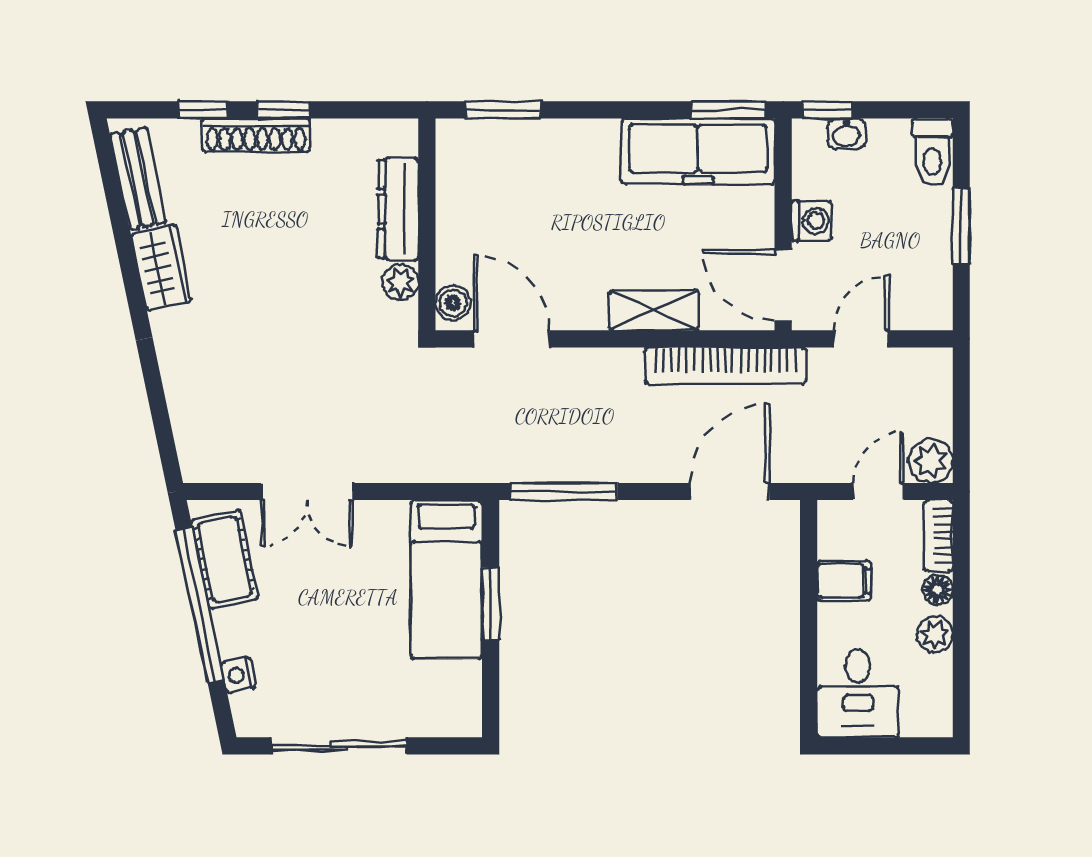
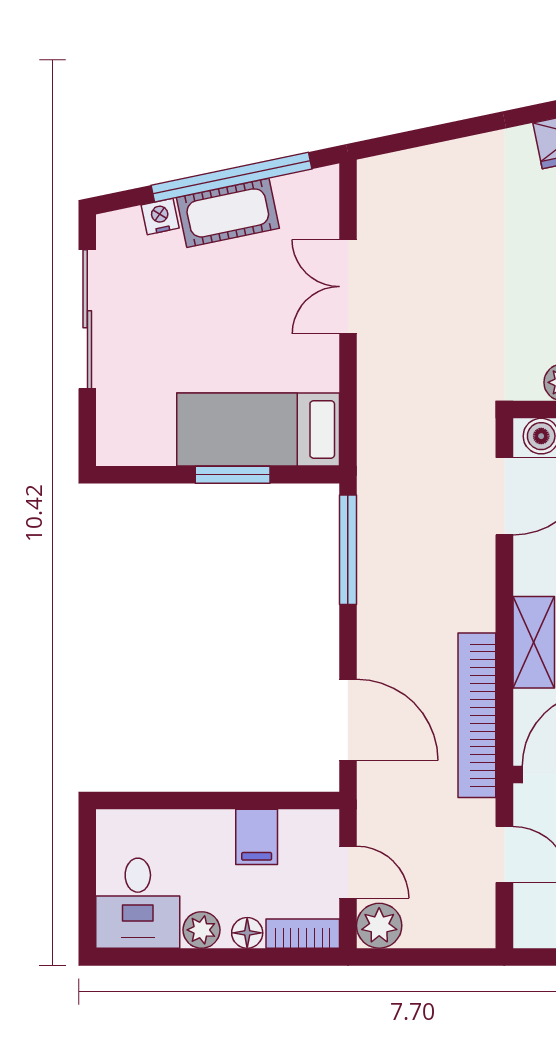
cot: (225, 559) -> (228, 213), moved
desk: (858, 693) -> (138, 903), moved, turned -90

